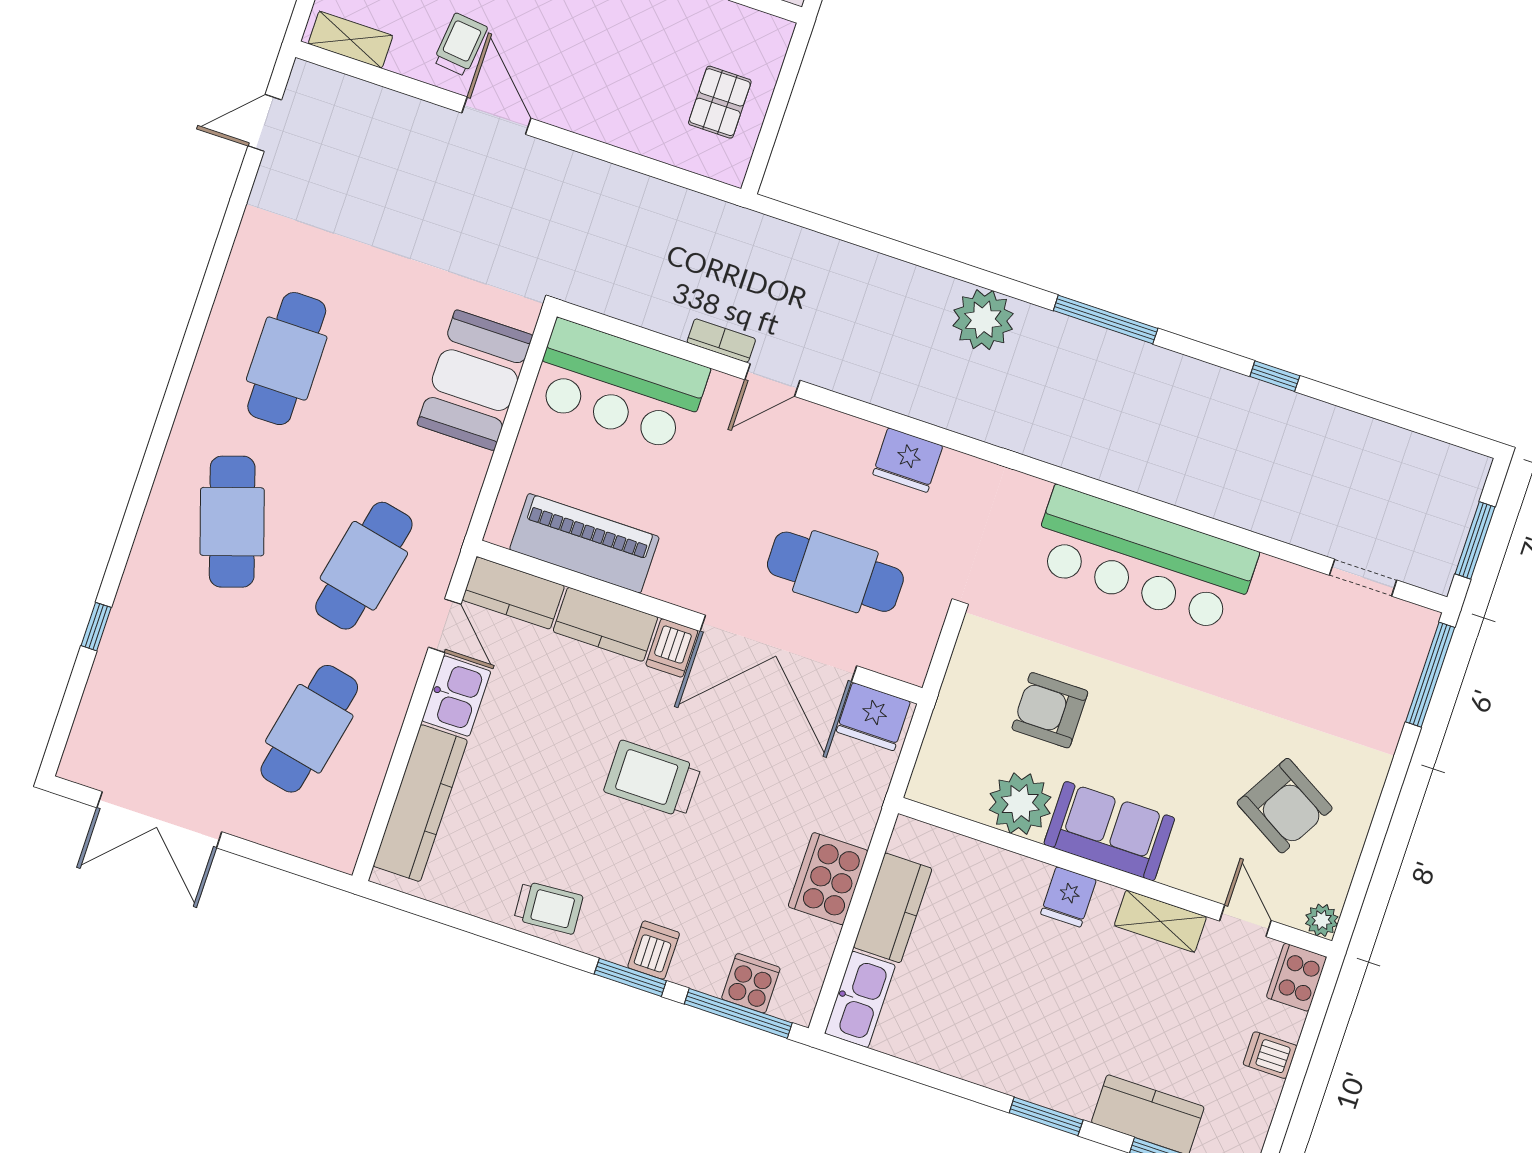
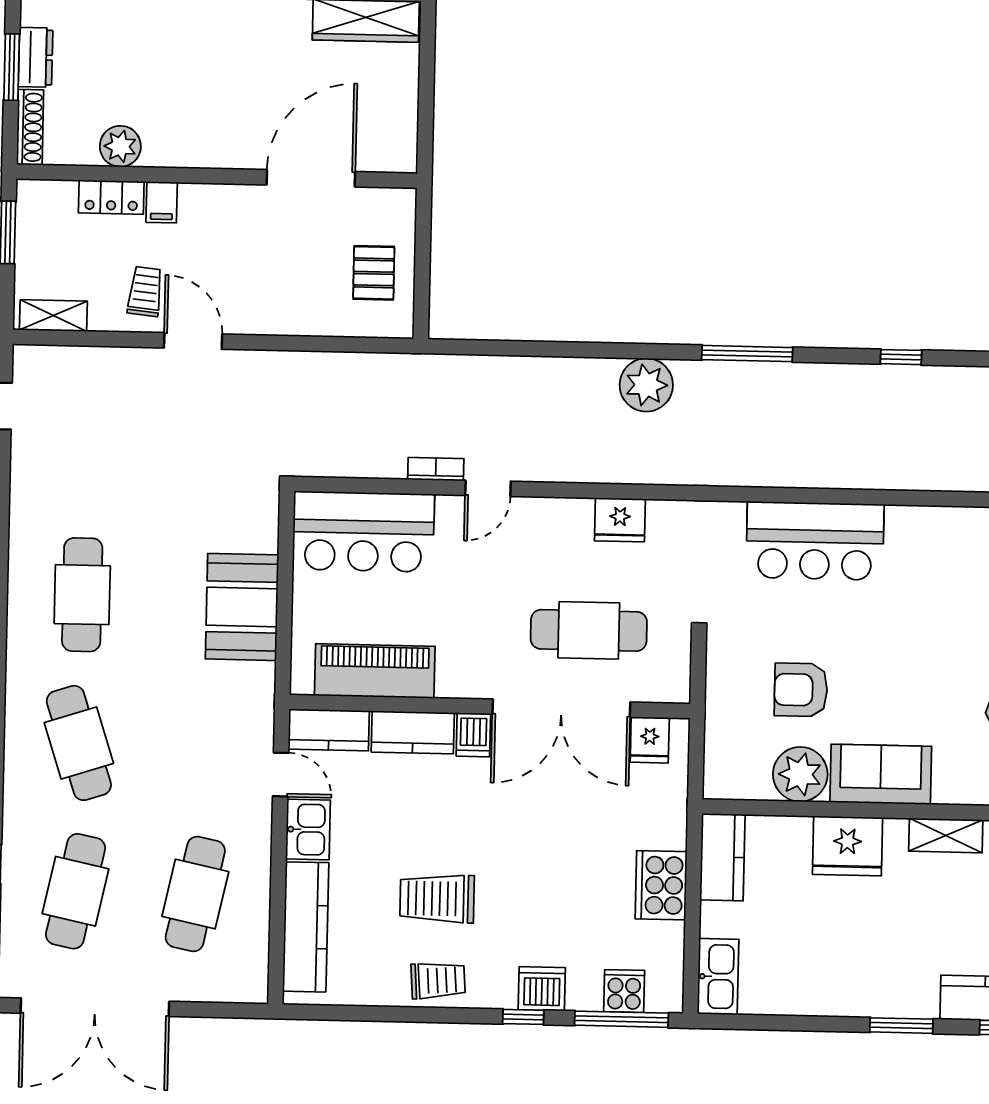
booth: (475, 380) -> (242, 607), moved
bar counter: (1144, 559) -> (815, 541), width x0.73
cafe table: (364, 566) -> (76, 891), moved
fridge: (873, 717) -> (650, 740), width x0.72
trolley: (652, 779) -> (437, 899), moved
double door: (159, 820) -> (95, 1007), width x1.36
fridge: (1068, 897) -> (847, 846), width x1.88, depth x1.34
kitchen counter: (893, 908) -> (723, 857), moved
dishwasher: (654, 950) -> (542, 989), width x1.38
window: (630, 977) -> (523, 1017), width x0.67

